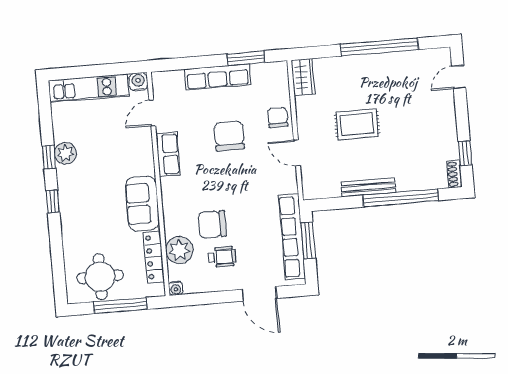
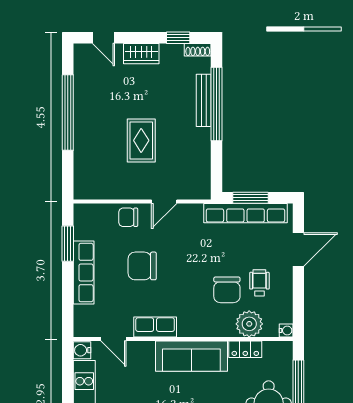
wardrobe: (303, 77) -> (141, 54), moved, turned 180
bench: (368, 187) -> (204, 100), moved
sofa: (142, 204) -> (191, 356), width x1.36
locker: (154, 257) -> (245, 349), width x0.66

